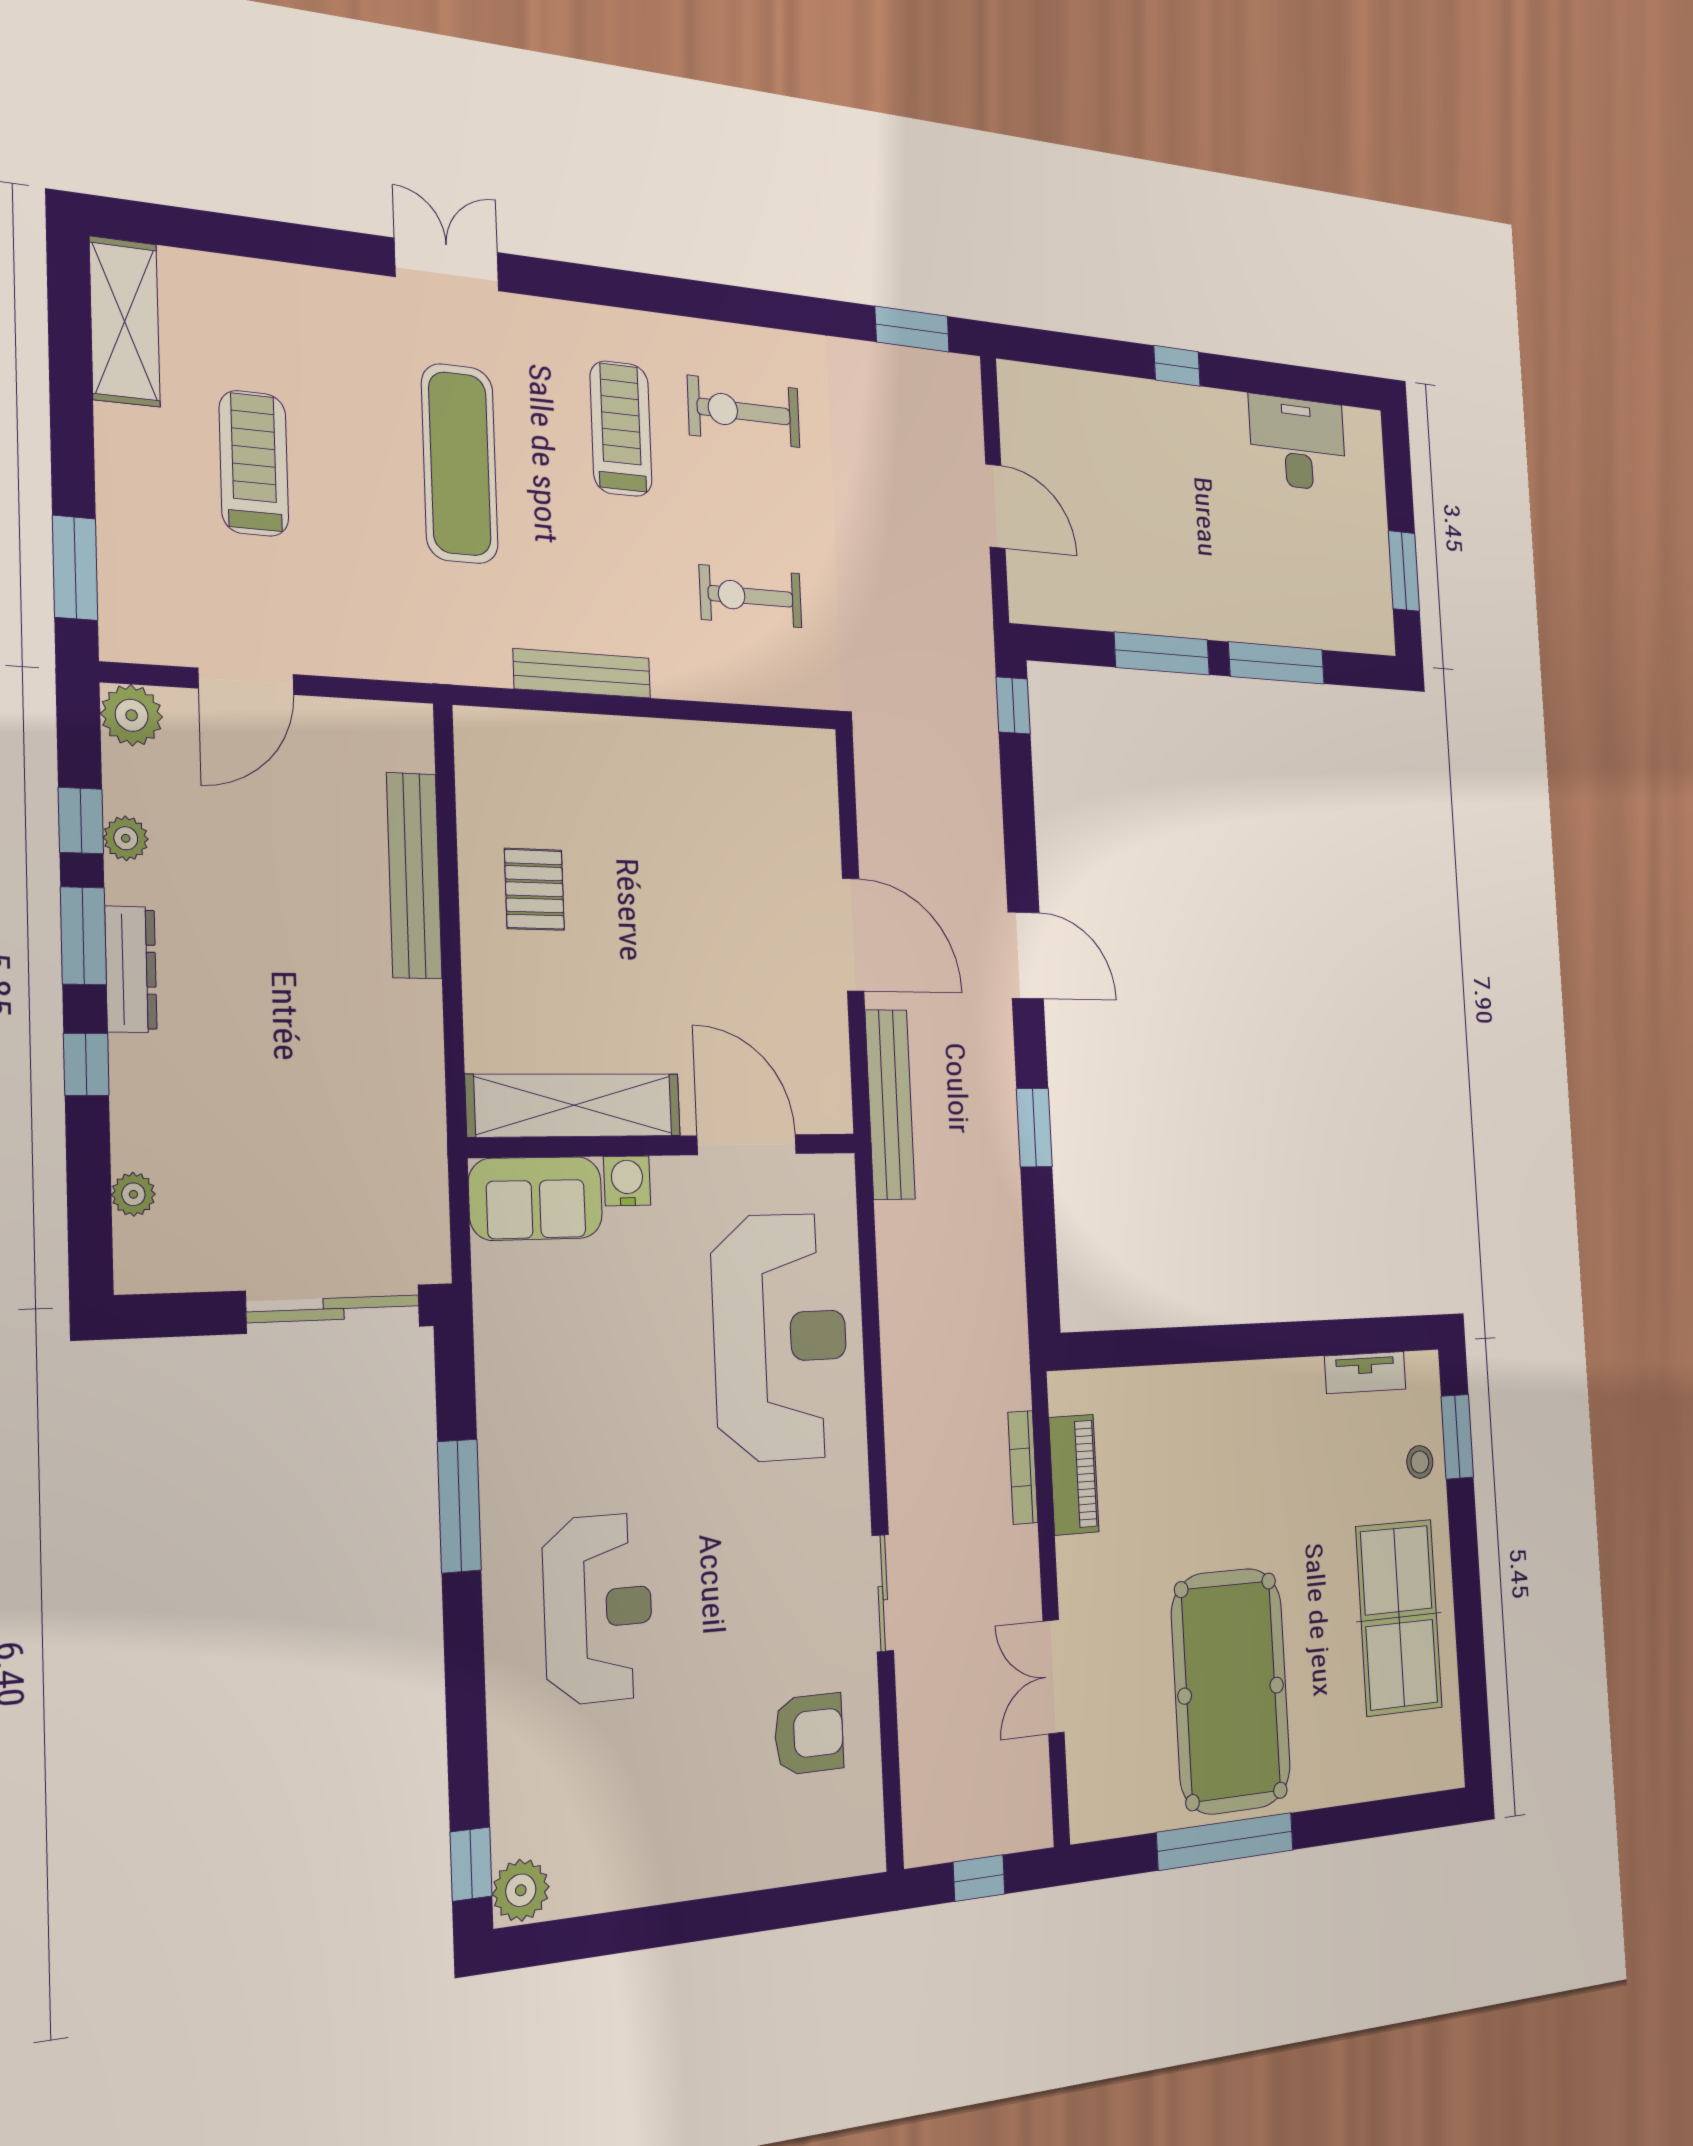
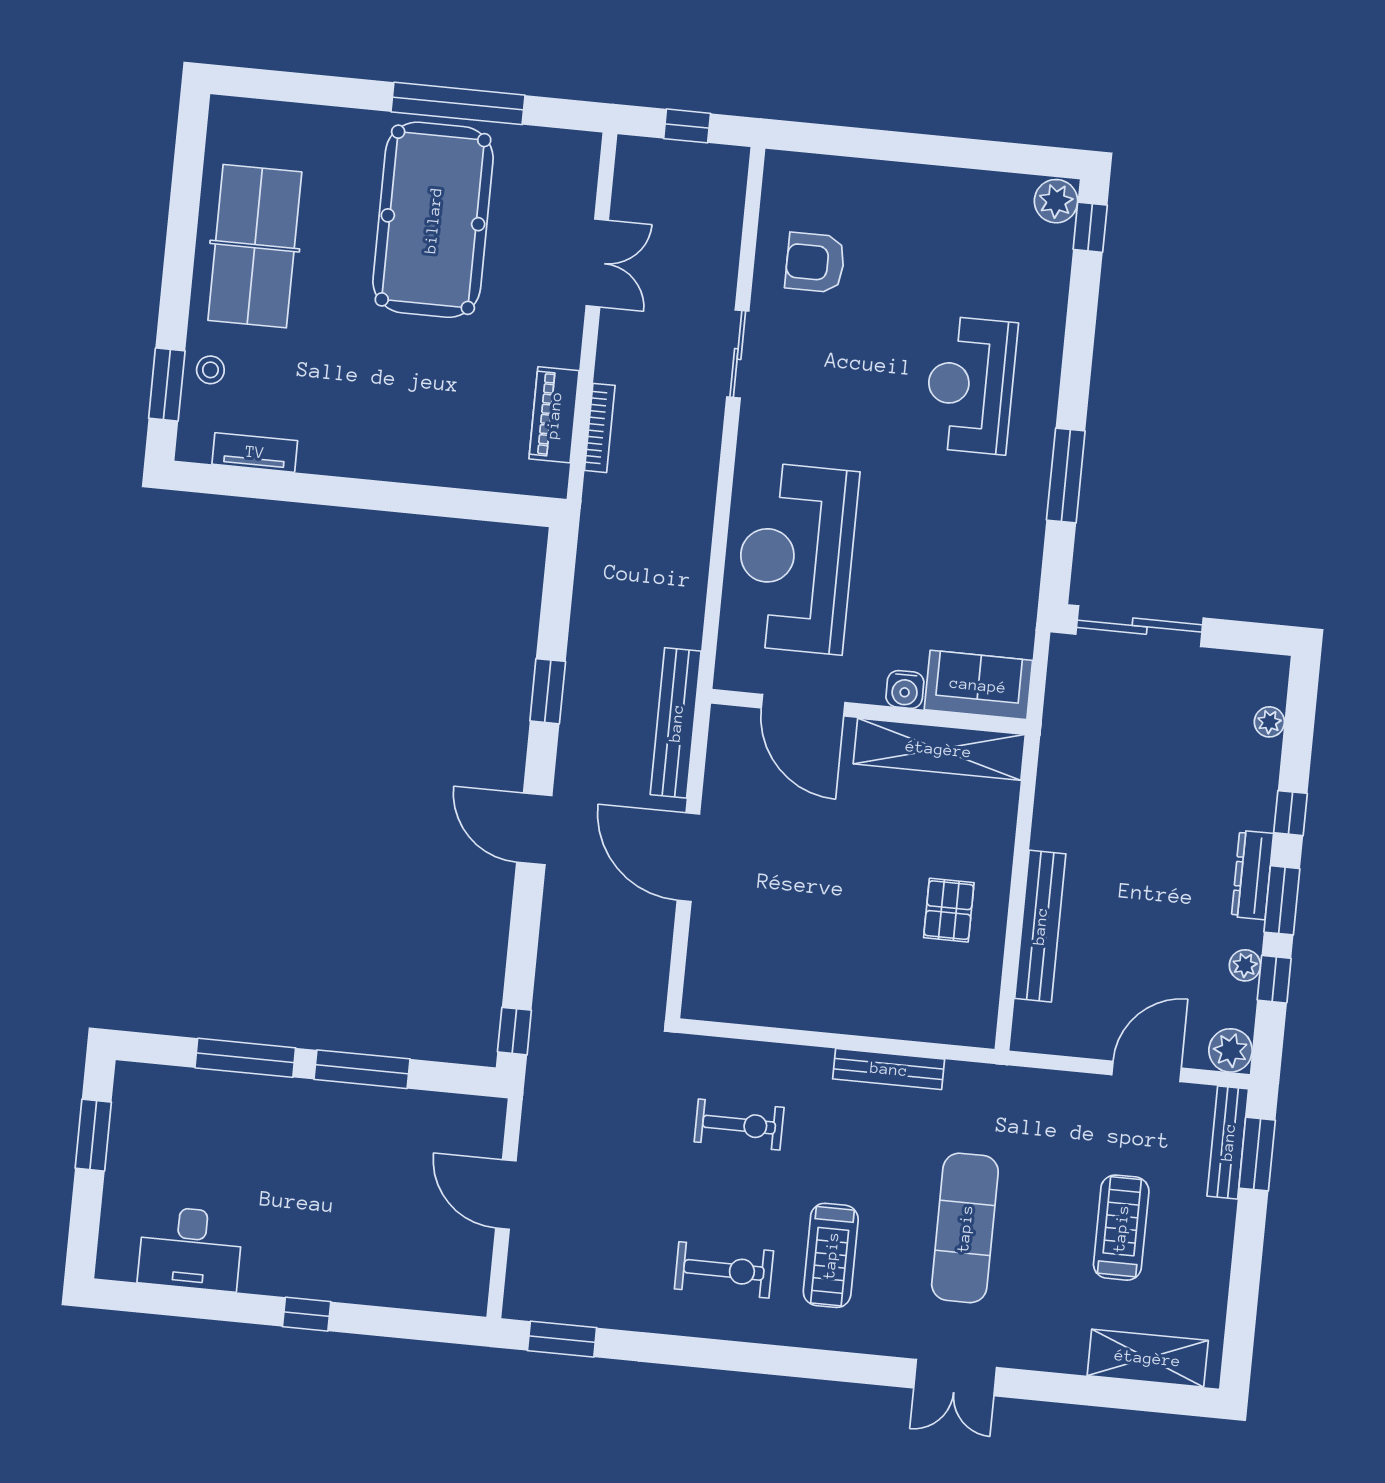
shelving: (125, 322) -> (1148, 1358), moved, turned 90
treadmill: (254, 463) -> (1121, 1228), turned 180
bench: (120, 584) -> (1228, 1142), added

